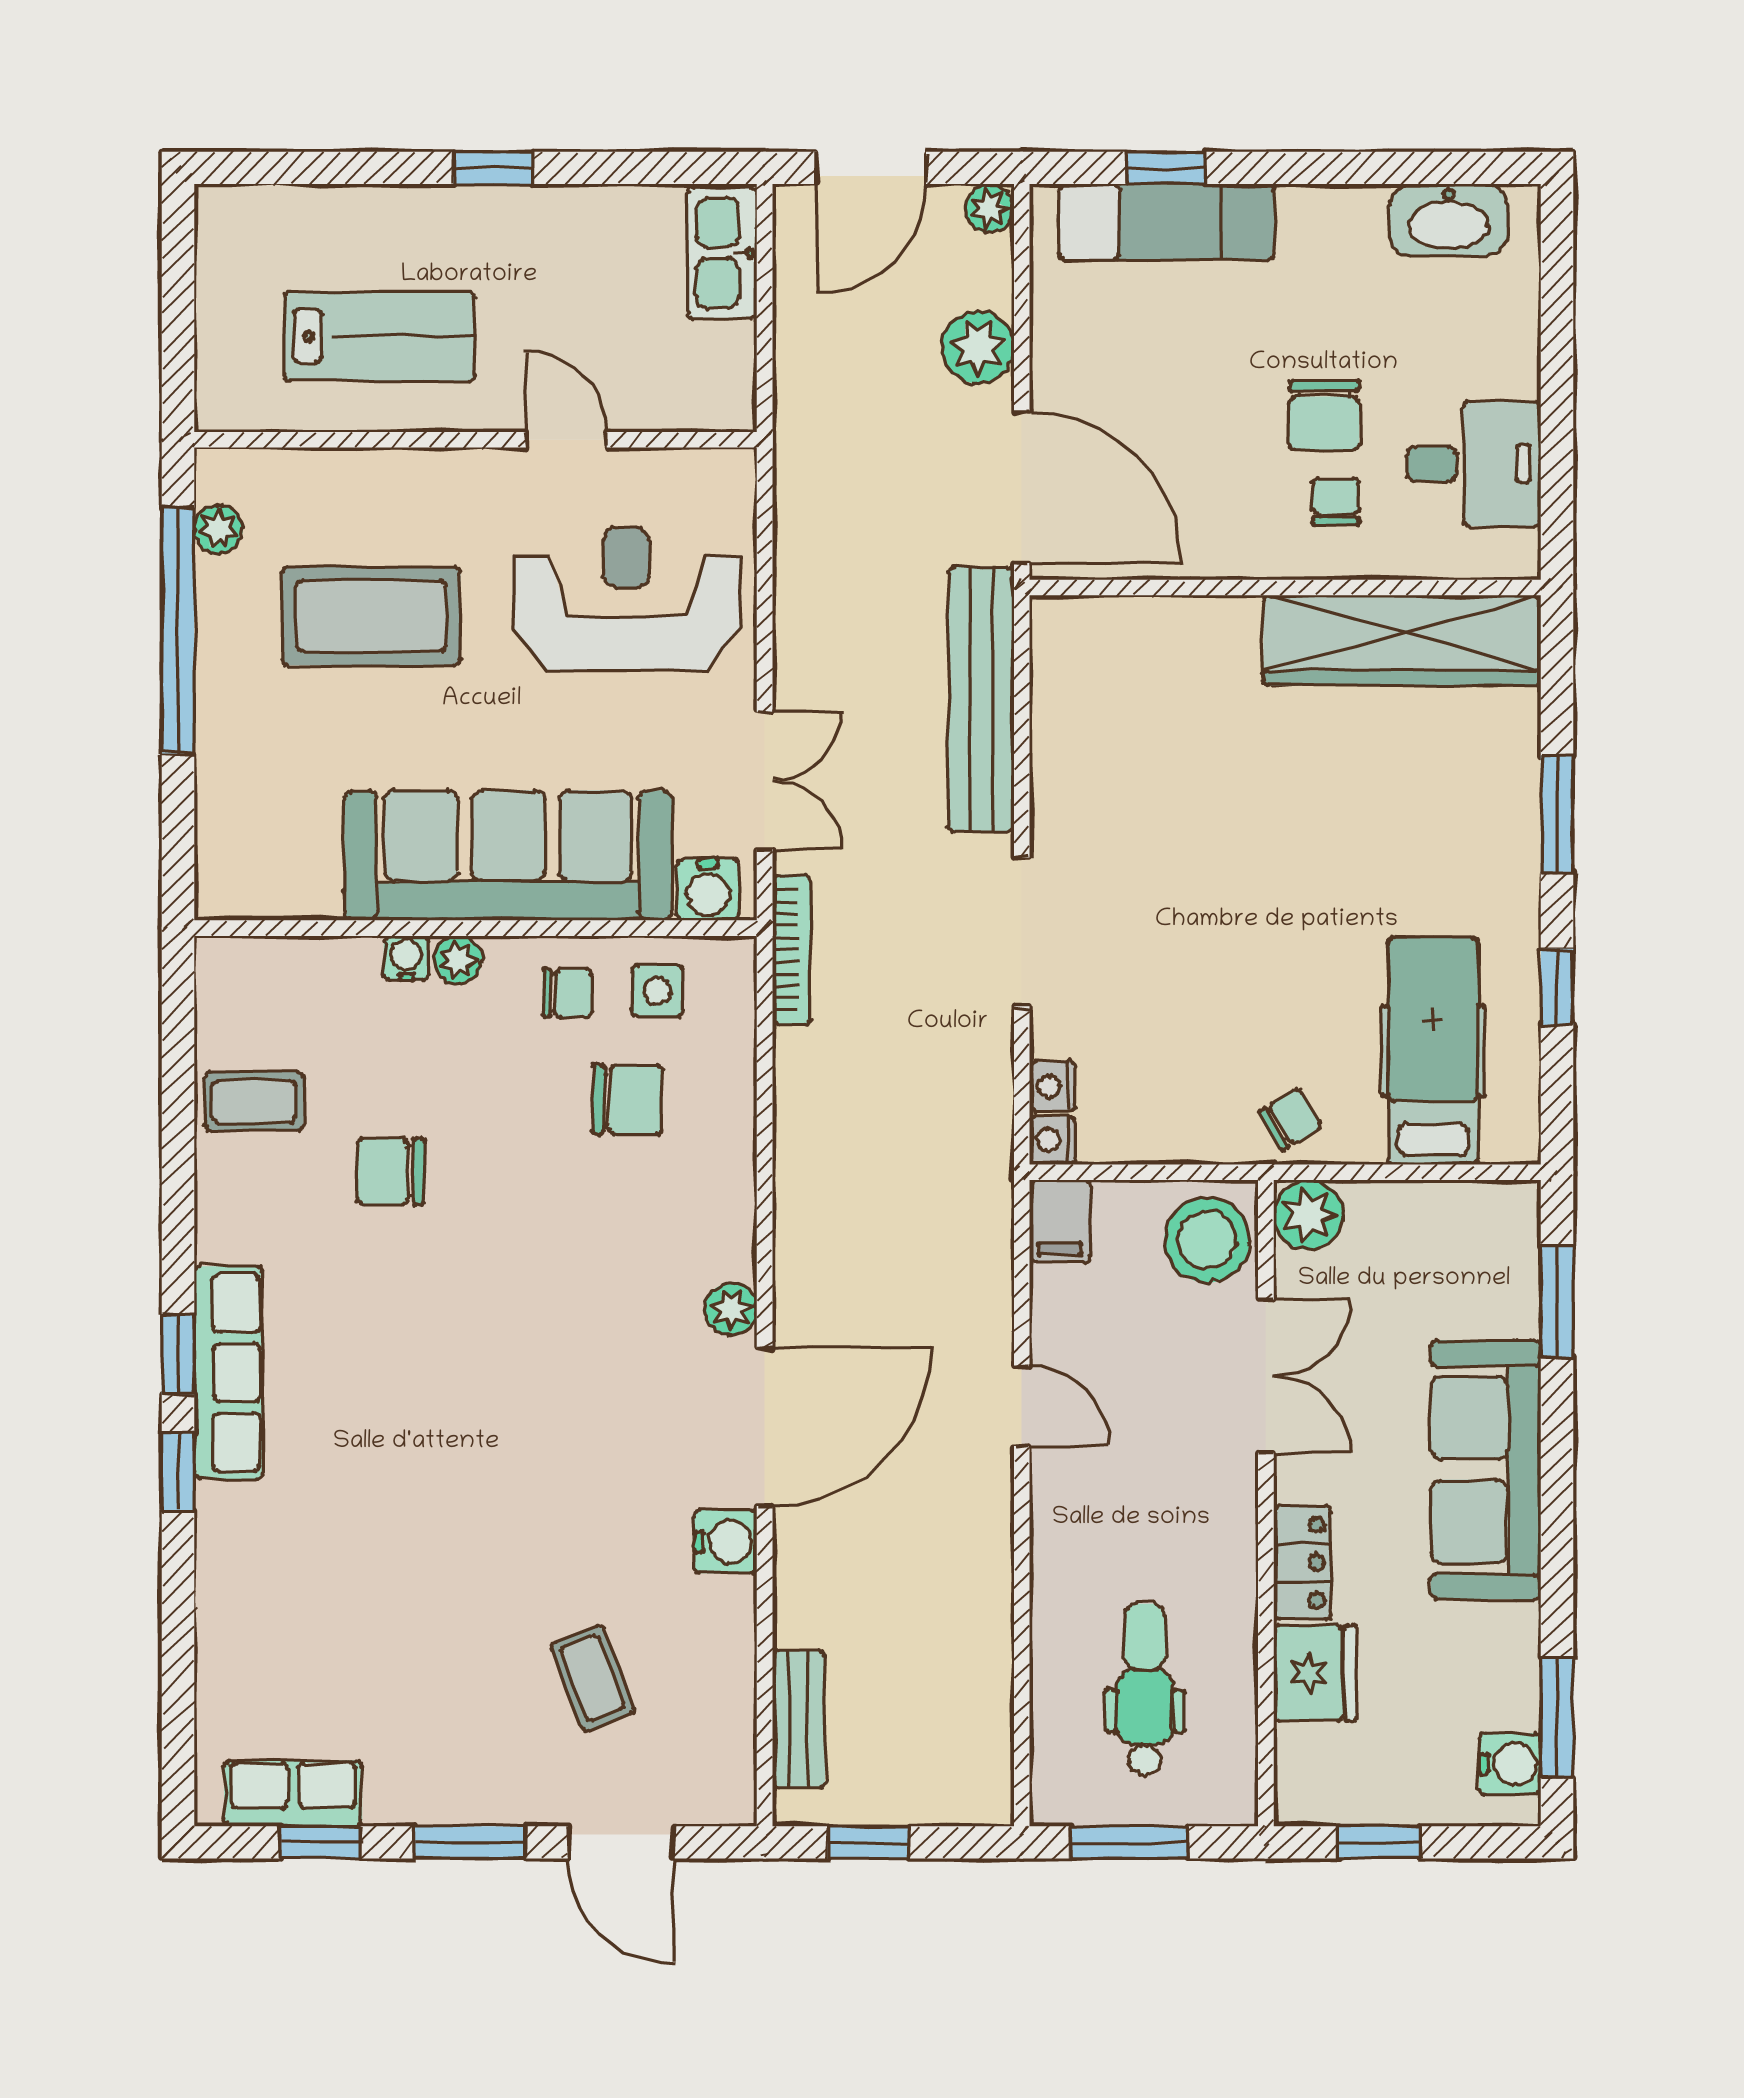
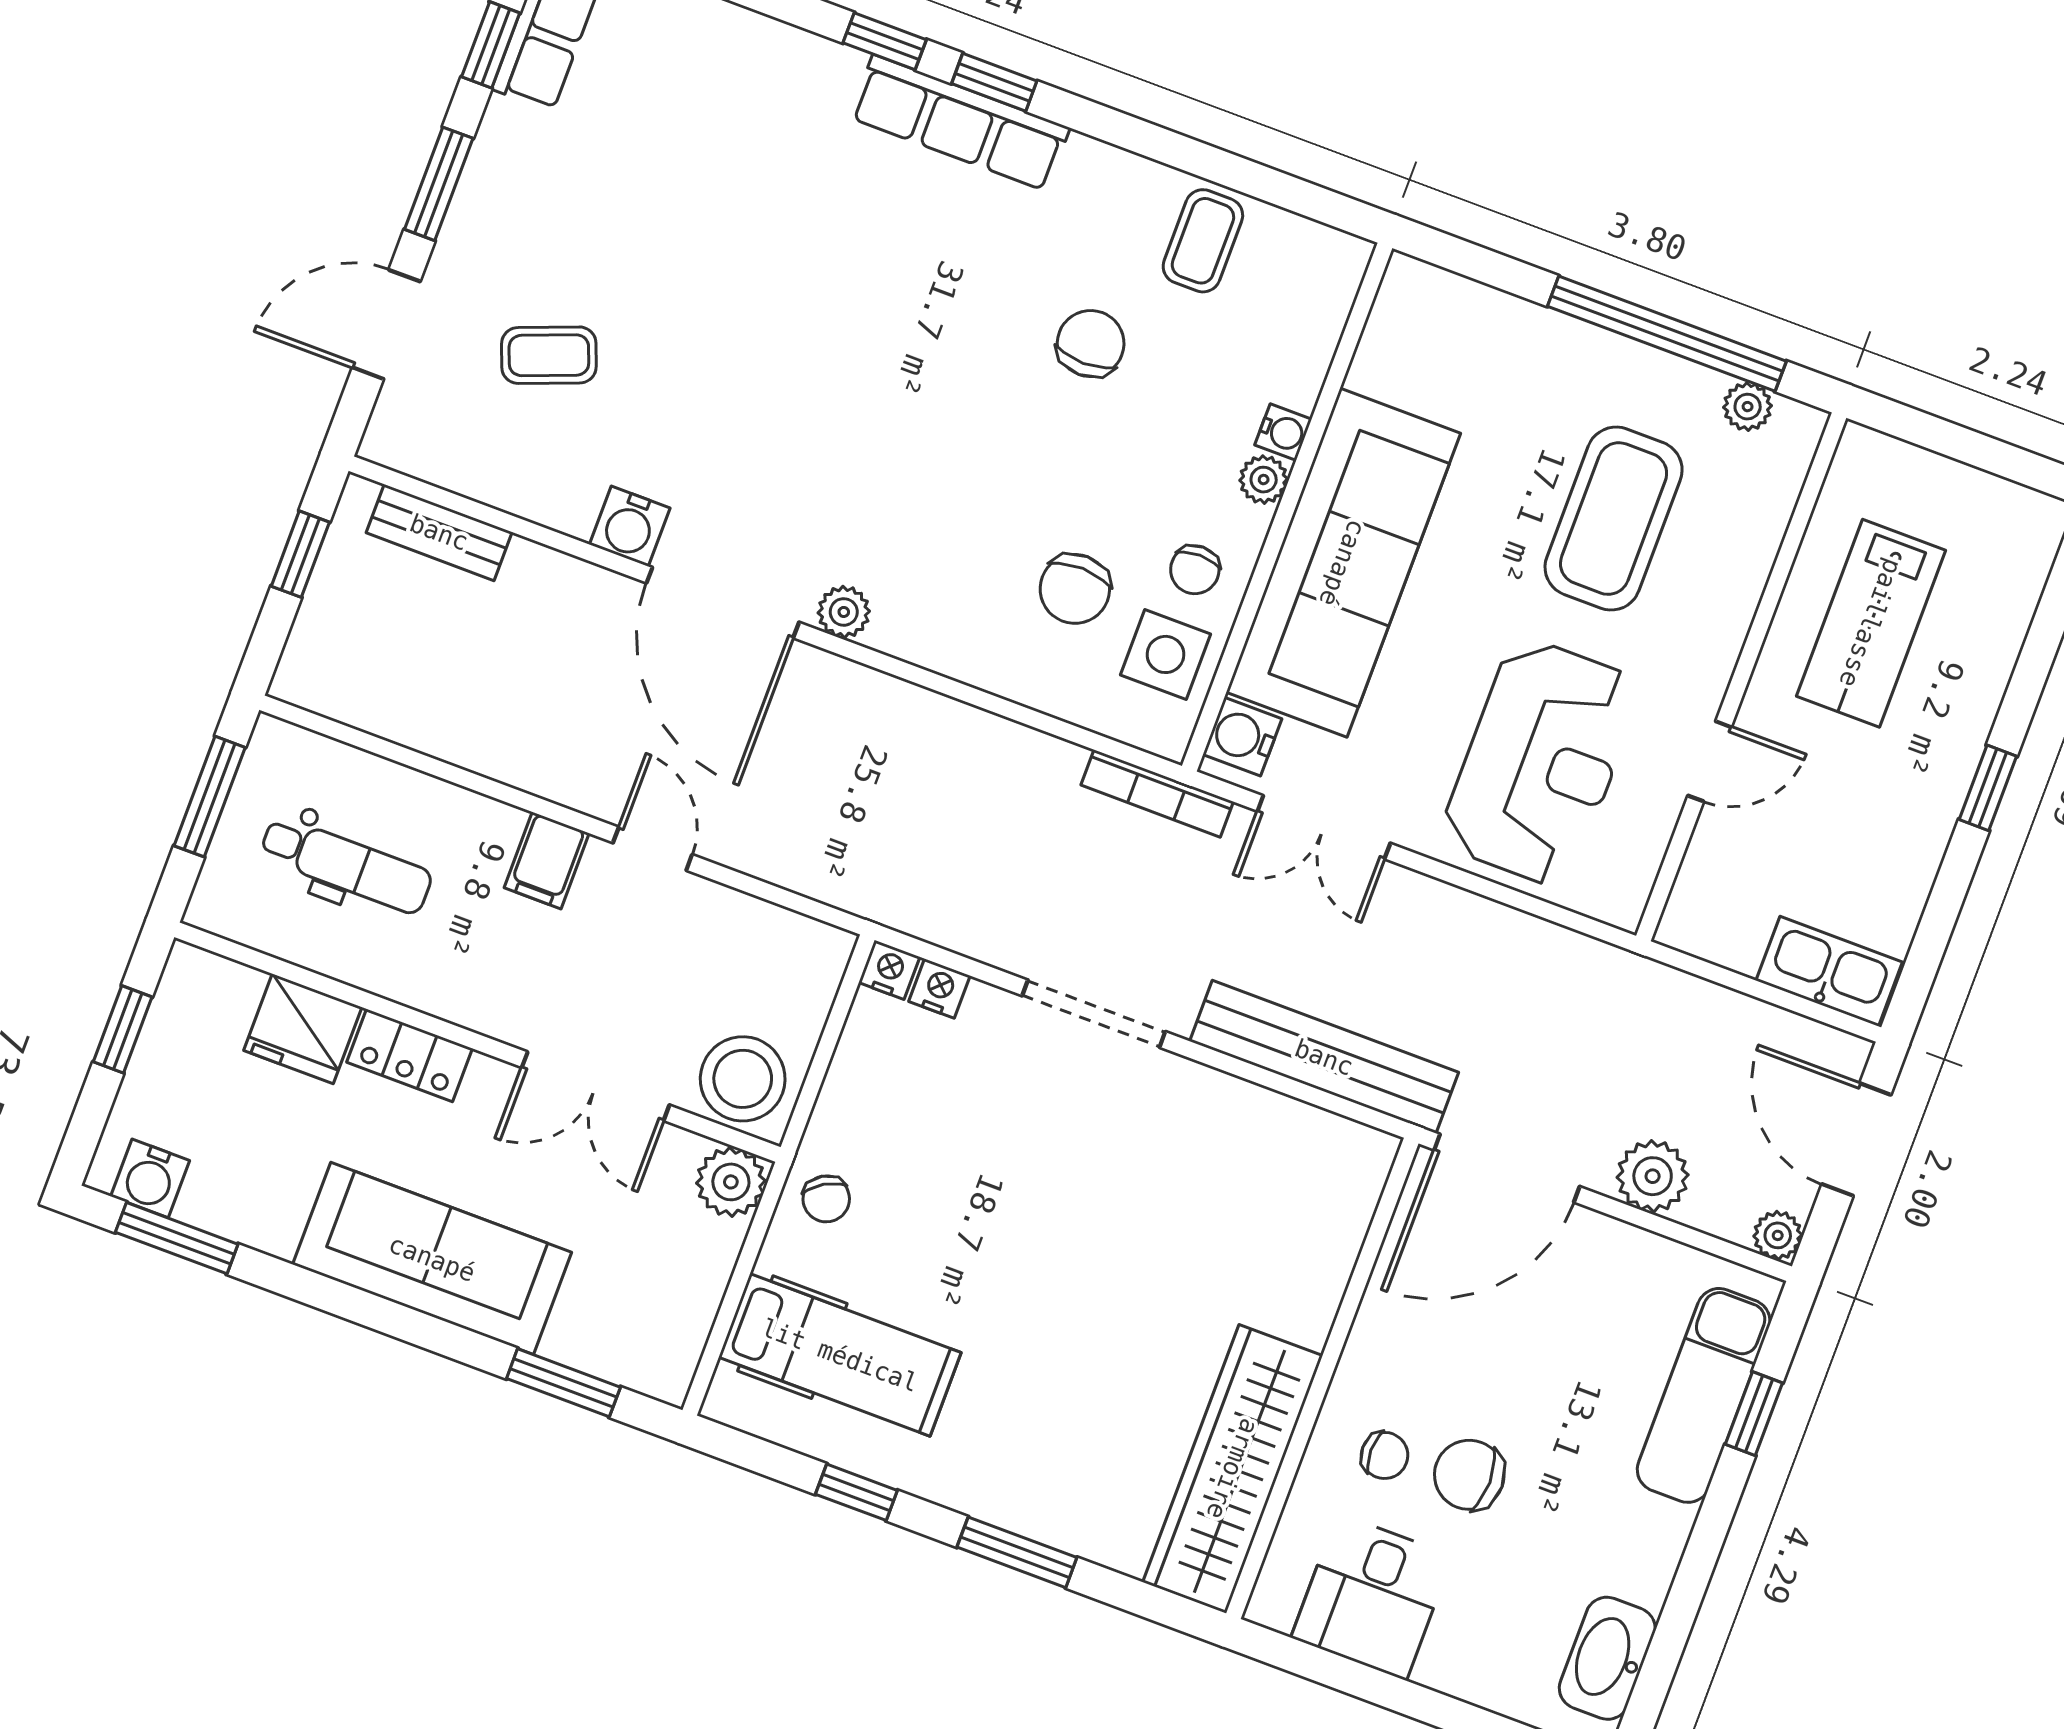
side table: (658, 991) -> (1165, 654), width x1.37, depth x1.37
filing cabinet: (1060, 1221) -> (547, 860), moved, turned -90
door: (1022, 1406) -> (653, 849), swing flipped

